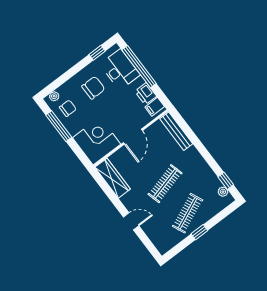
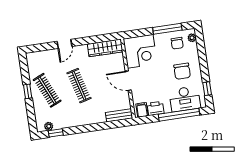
bench: (176, 131) -> (119, 115), width x0.73

